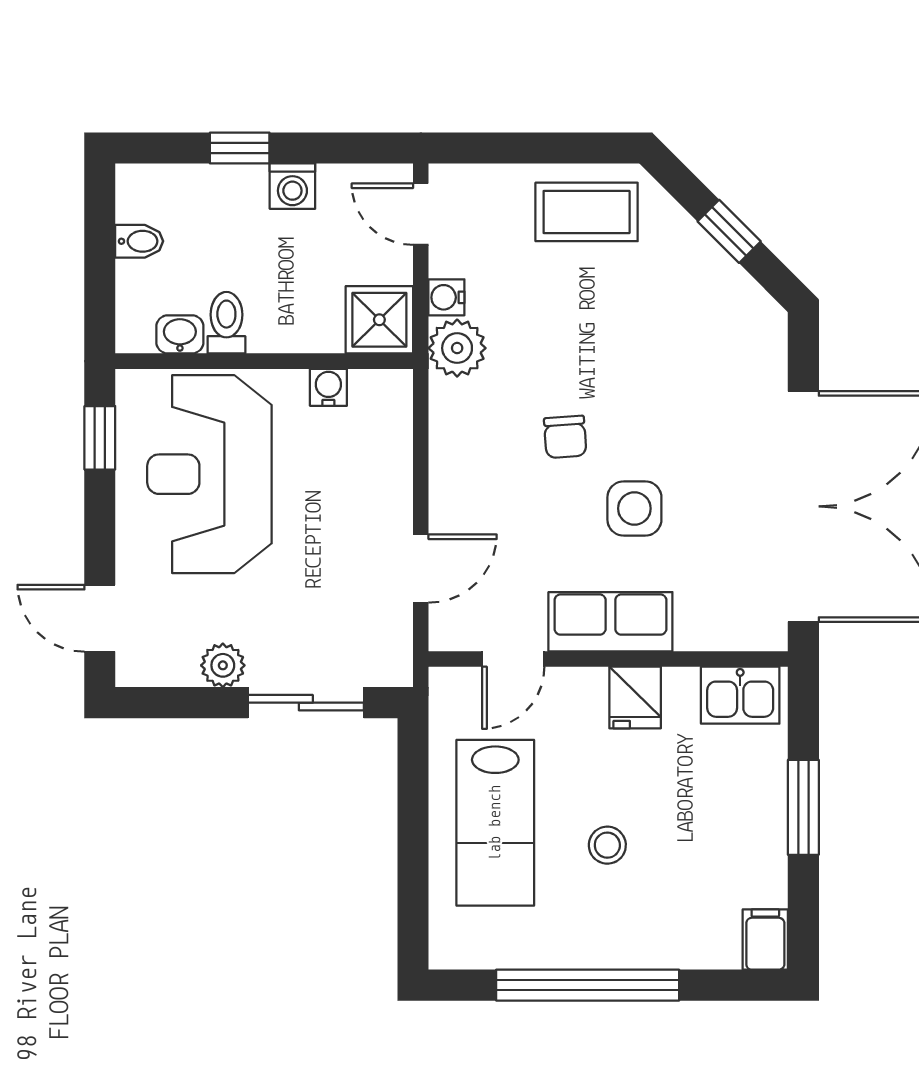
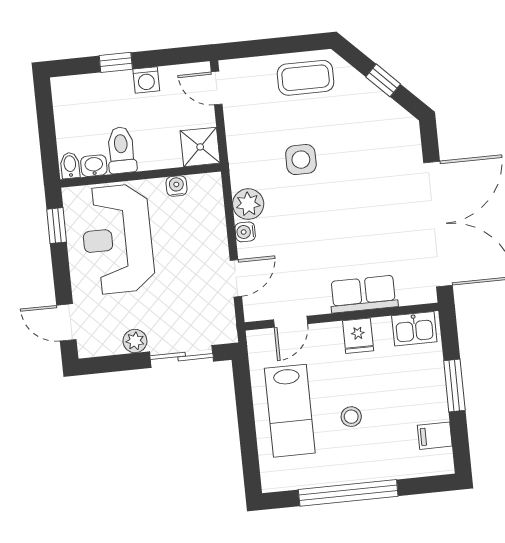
bidet: (139, 241) -> (70, 165), moved, turned -90
water cooler: (446, 297) -> (245, 232), moved
toilet: (226, 323) -> (121, 150), width x1.37, depth x1.39
plant: (457, 348) -> (248, 204), moved
chair: (565, 437) -> (306, 200), removed
side table: (634, 508) -> (301, 160), moved
row of seats: (610, 622) -> (363, 294), moved
filing cabinet: (765, 939) -> (435, 436), moved, turned -90

